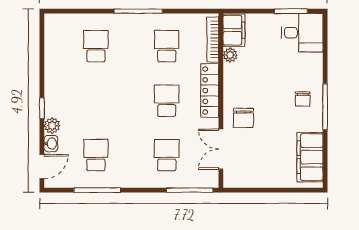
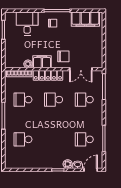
filing cabinet: (234, 30) -> (42, 62), moved
desk: (302, 33) -> (27, 23), moved
door: (42, 166) -> (91, 170), hinge flipped

